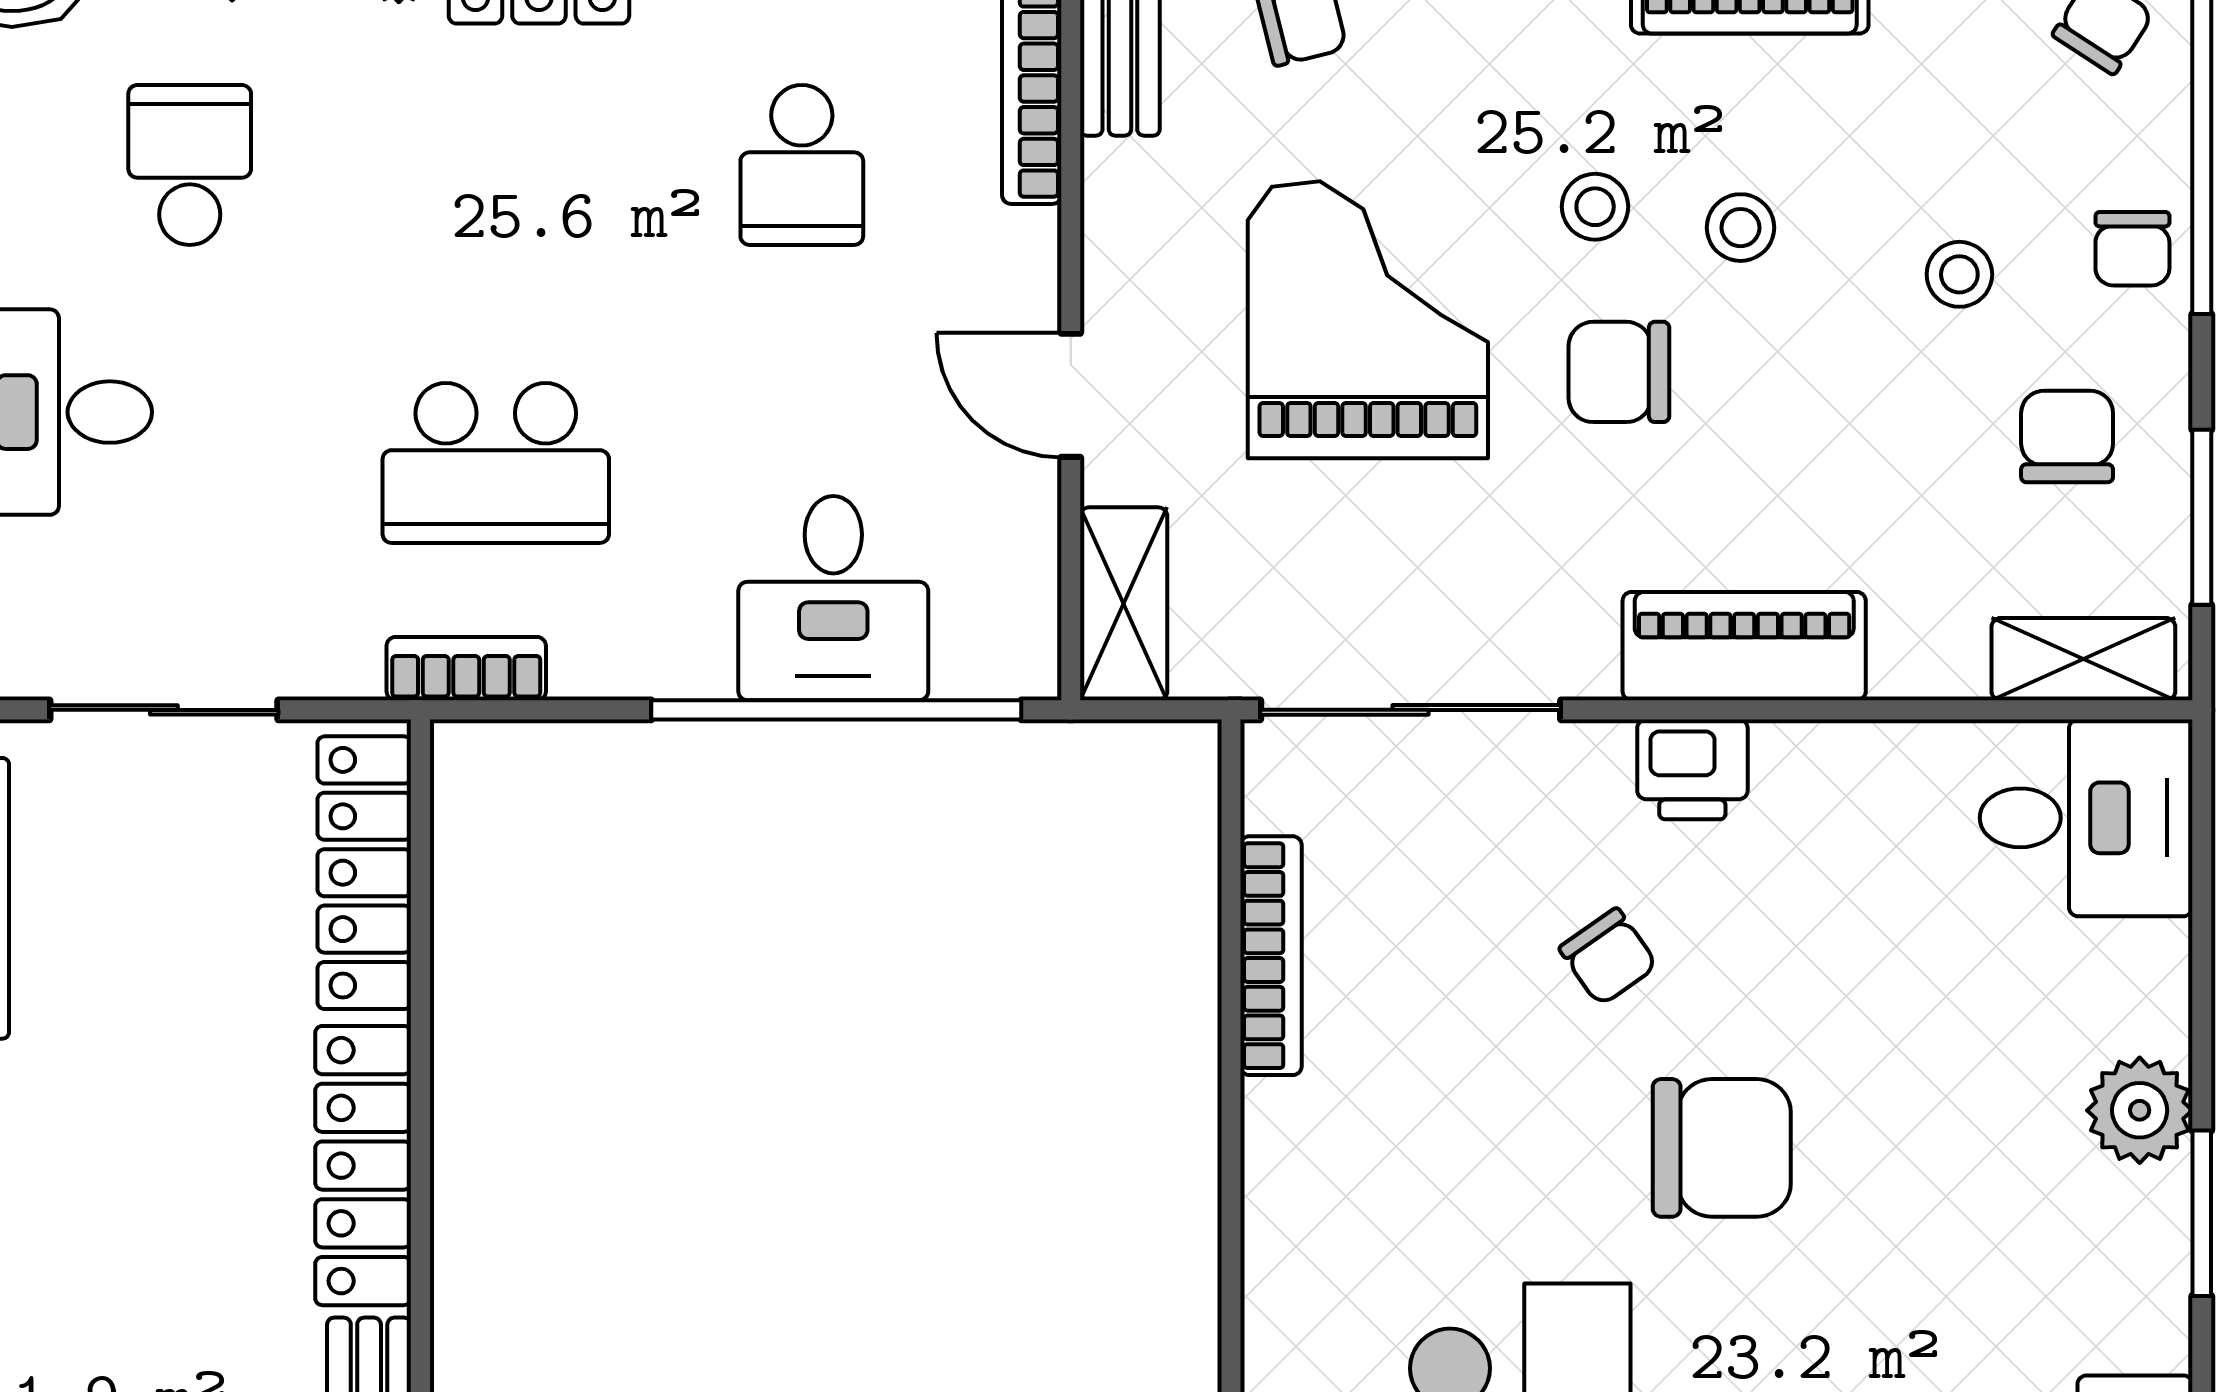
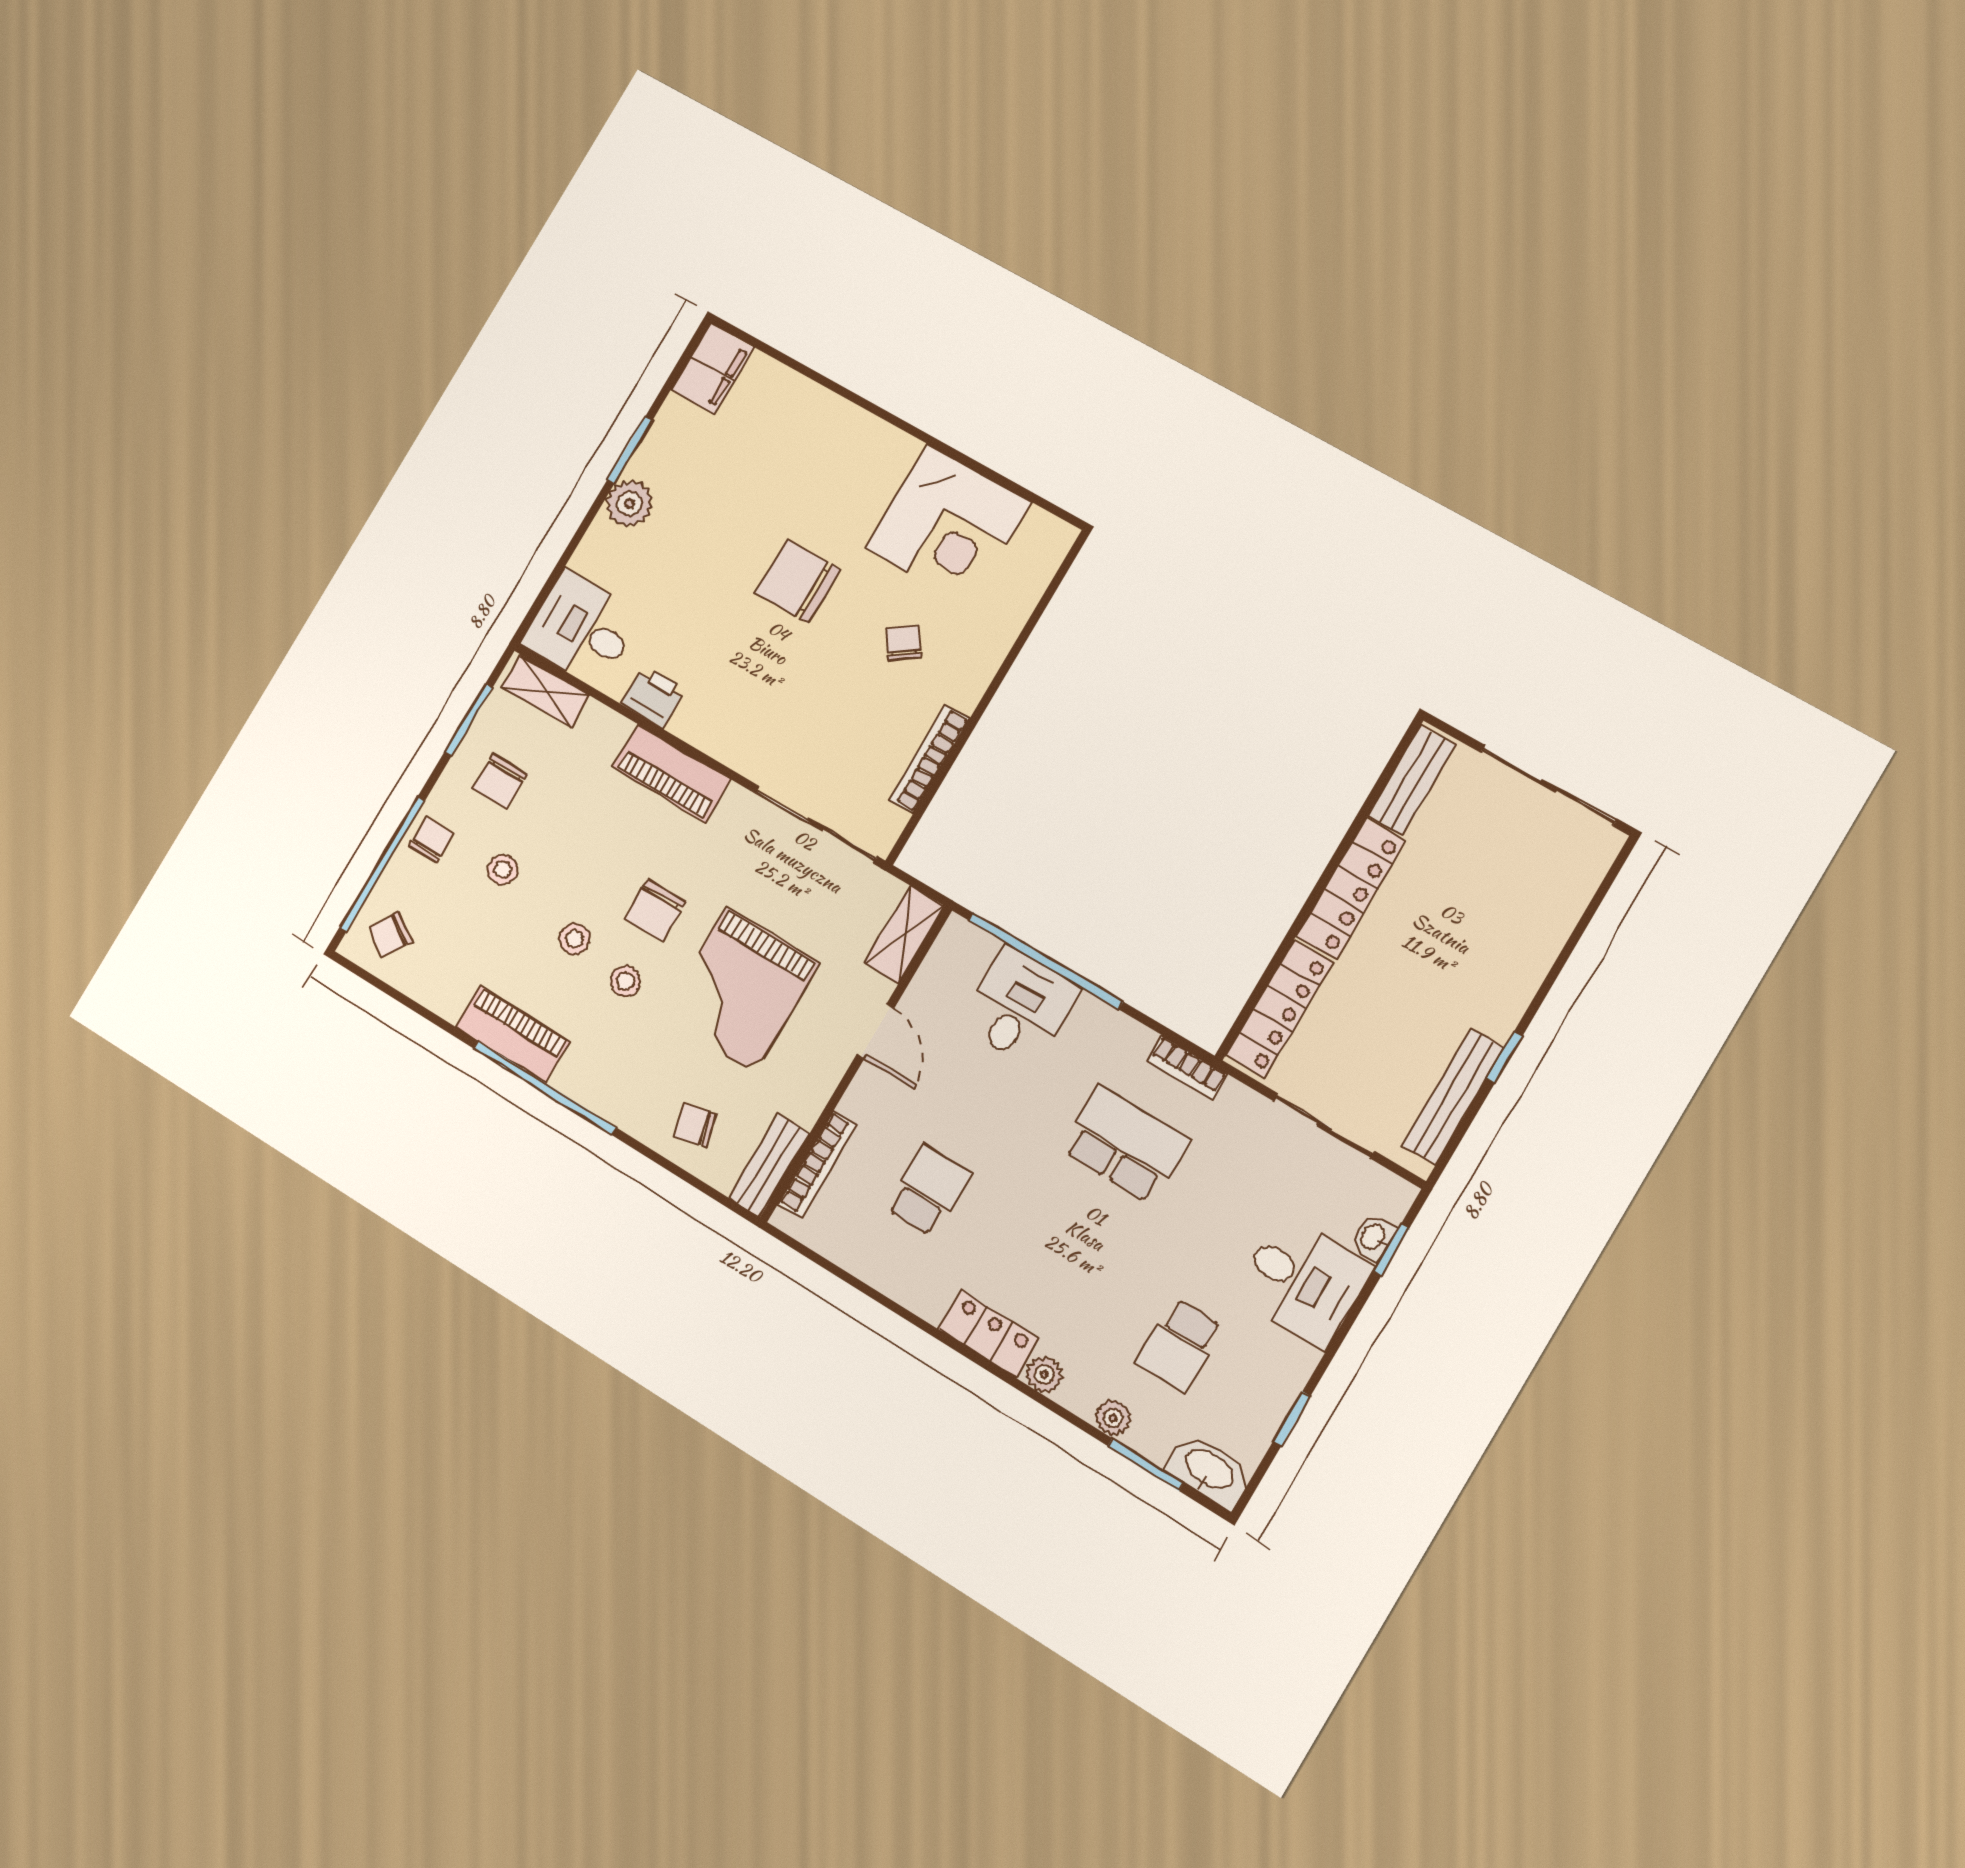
chair: (1619, 372) -> (655, 910), turned 90
printer: (1692, 769) -> (654, 697), moved
chair: (1608, 957) -> (904, 643), moved

